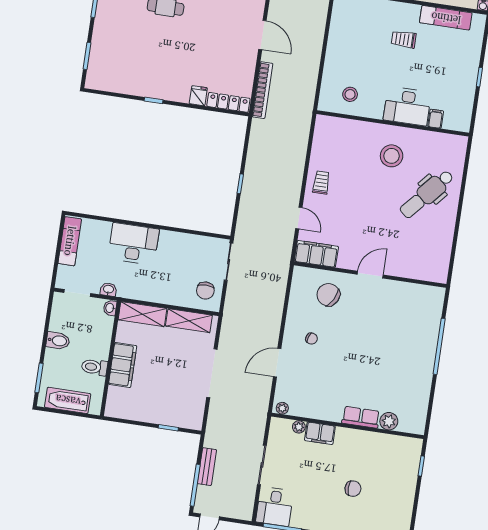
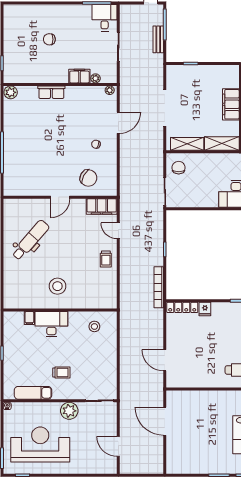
bookcase: (263, 90) -> (159, 287), moved
dental chair: (427, 194) -> (31, 240), moved
plant: (389, 421) -> (11, 92), moved

